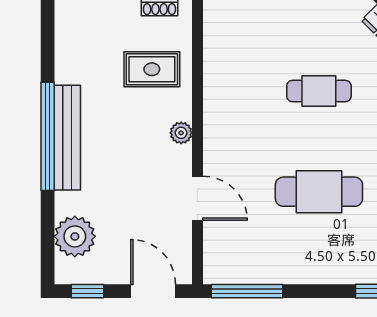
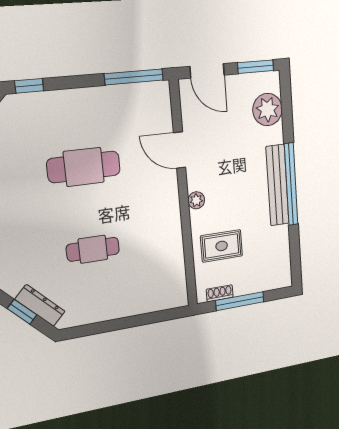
window: (87, 291) -> (256, 67), width x1.50

